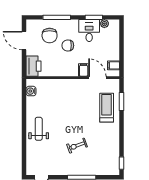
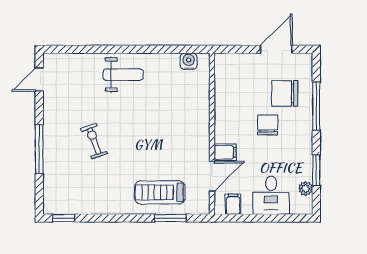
desk: (89, 31) -> (271, 195), moved, turned 90
printer: (33, 66) -> (232, 66), removed
treadmill: (107, 108) -> (160, 192), turned 180

